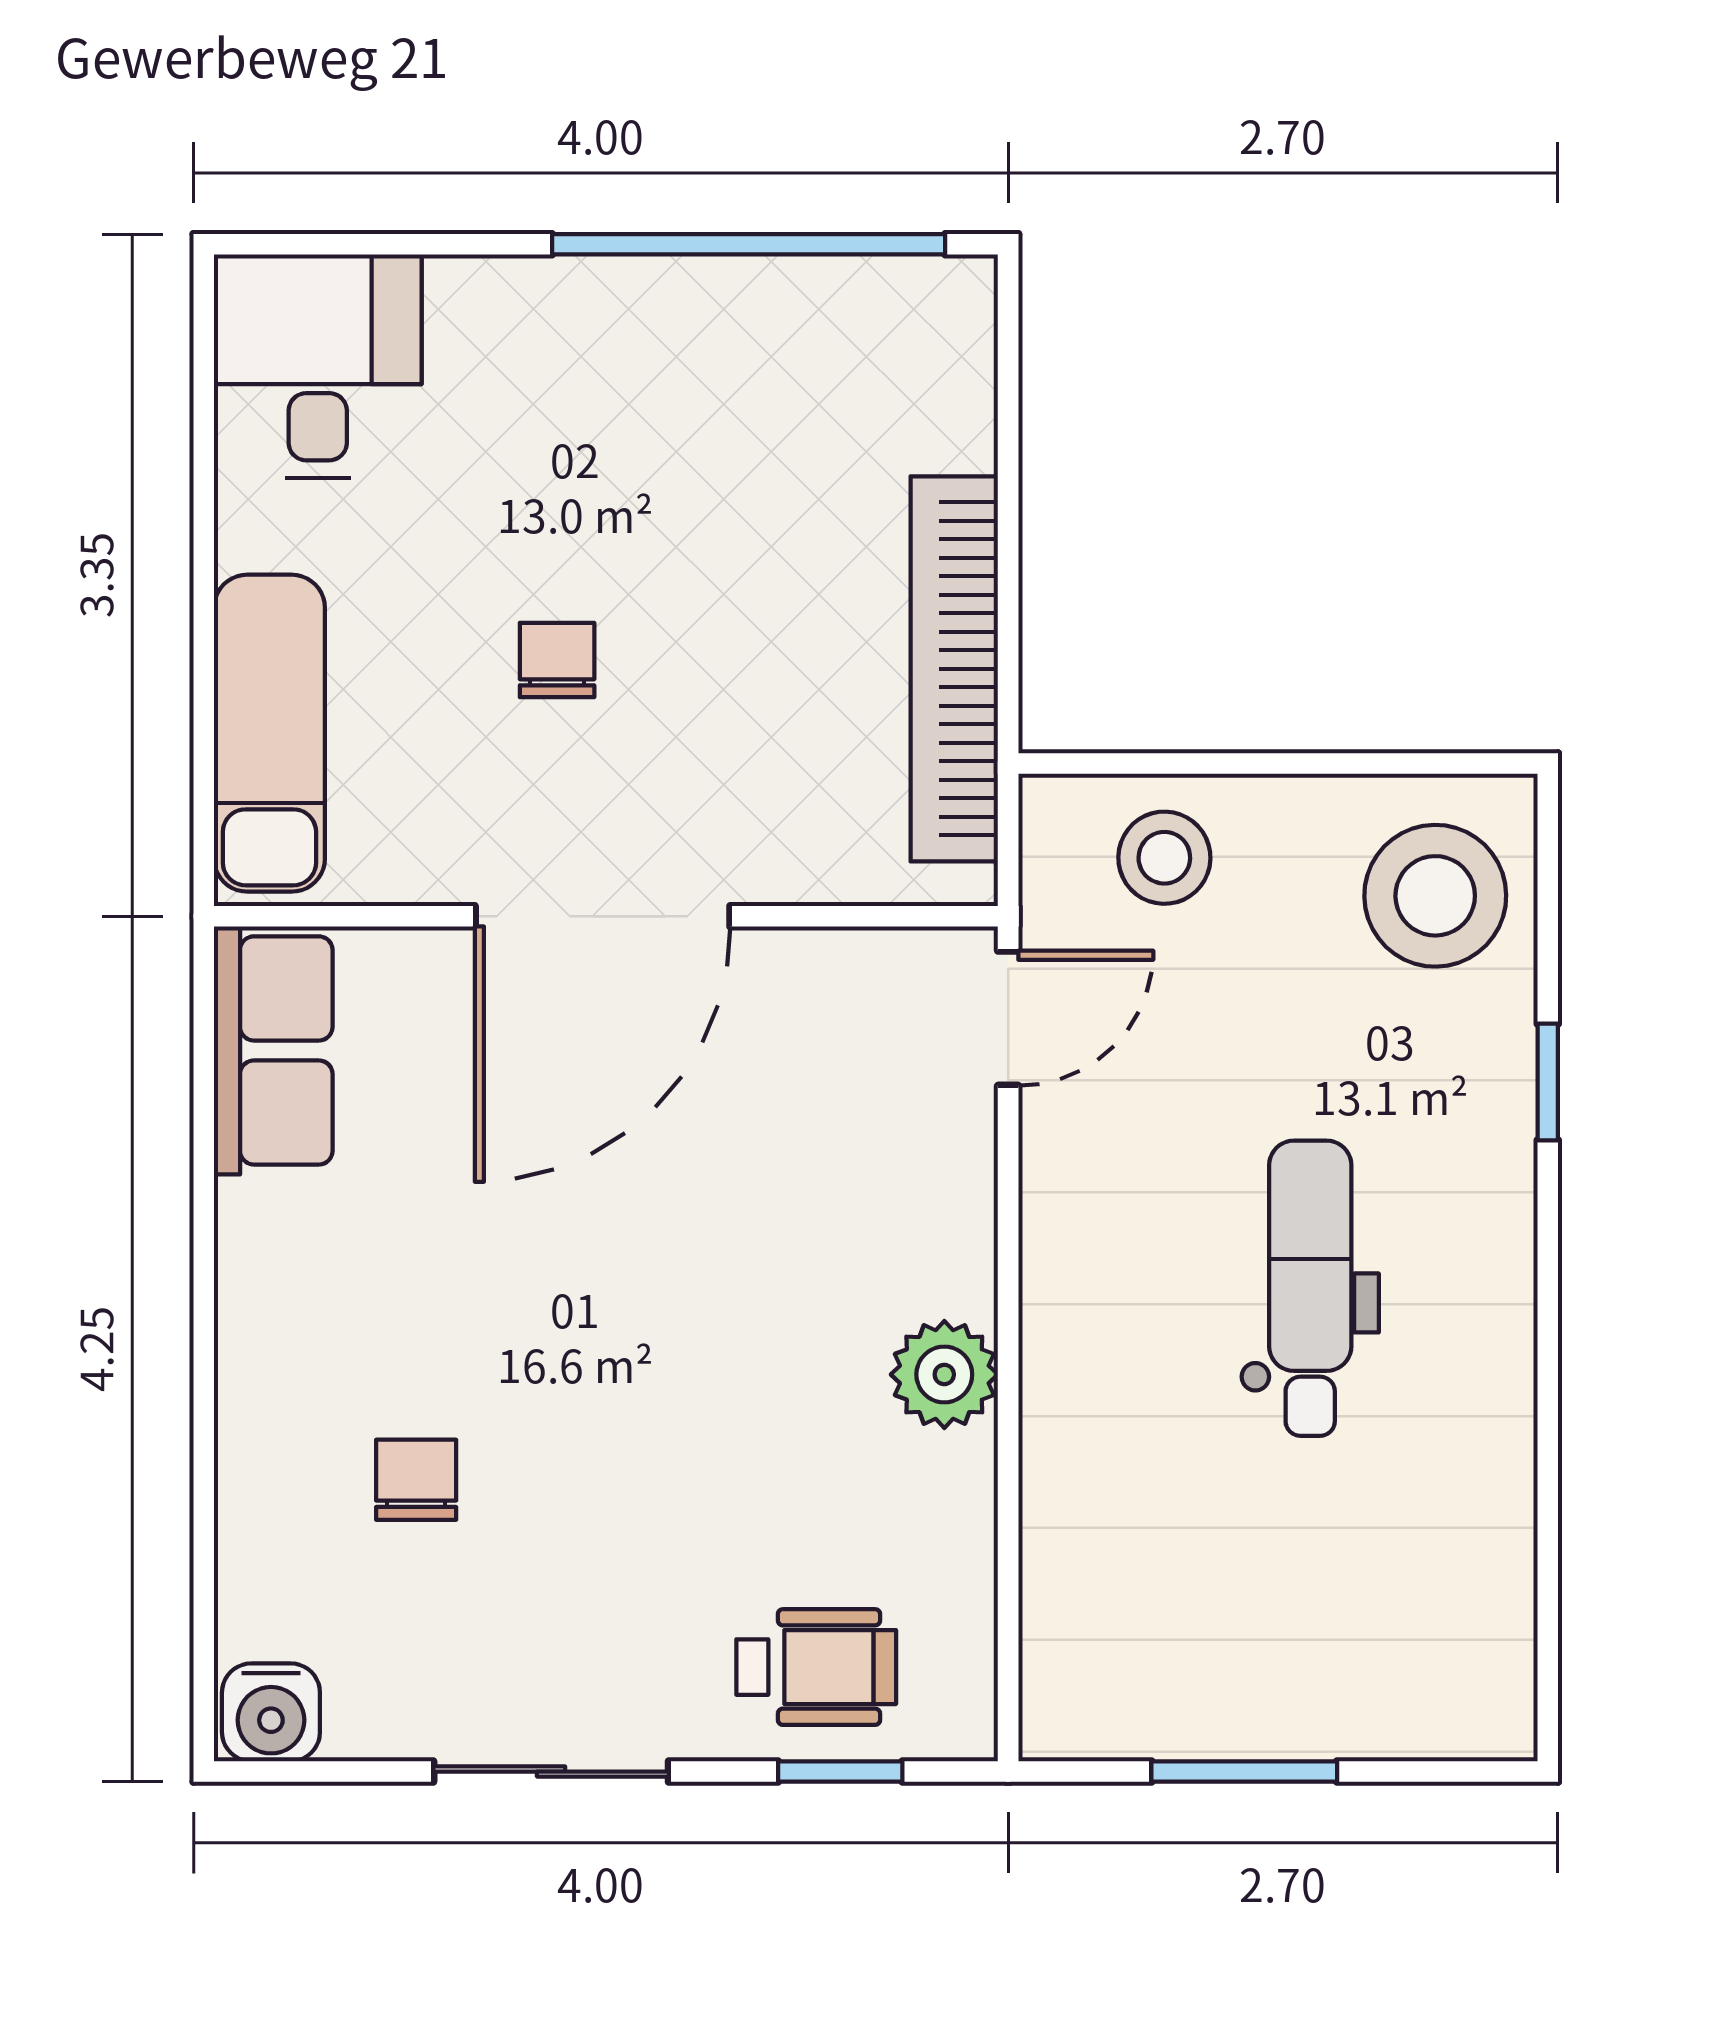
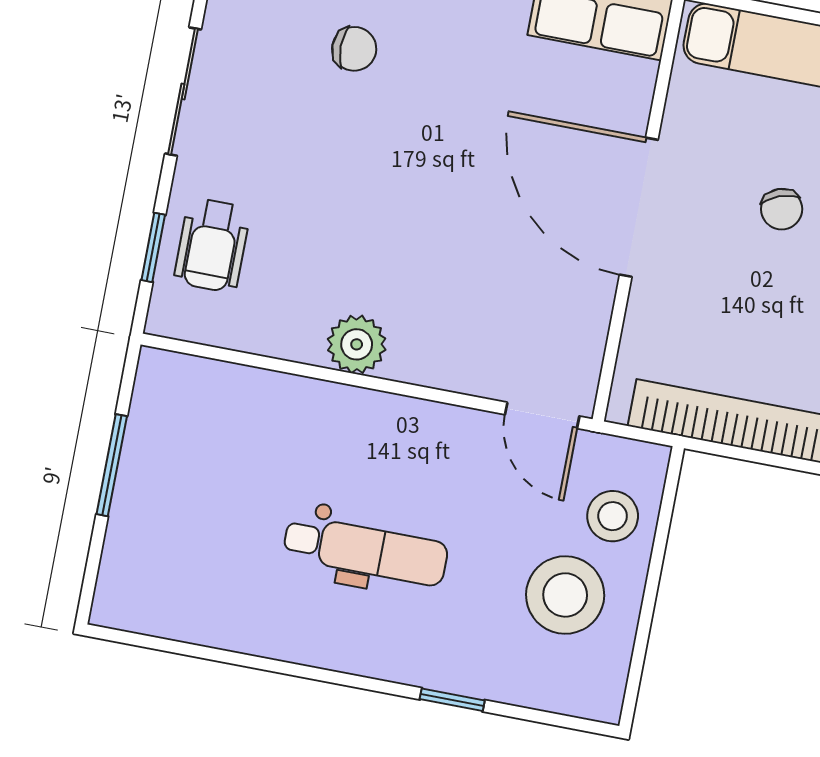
chair: (557, 660) -> (782, 209), turned 70
stool: (1435, 896) -> (565, 595), moved

